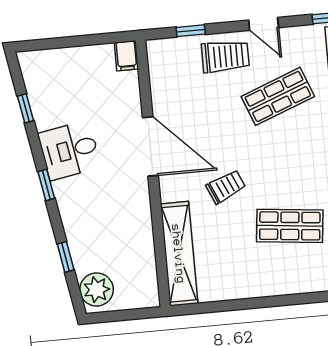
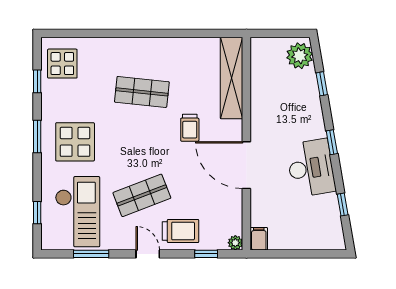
plant: (155, 48) -> (235, 243), added
trolley: (225, 56) -> (180, 231), turned 180
desk: (69, 150) -> (311, 168), width x1.37
trolley: (226, 187) -> (190, 128), turned -66

